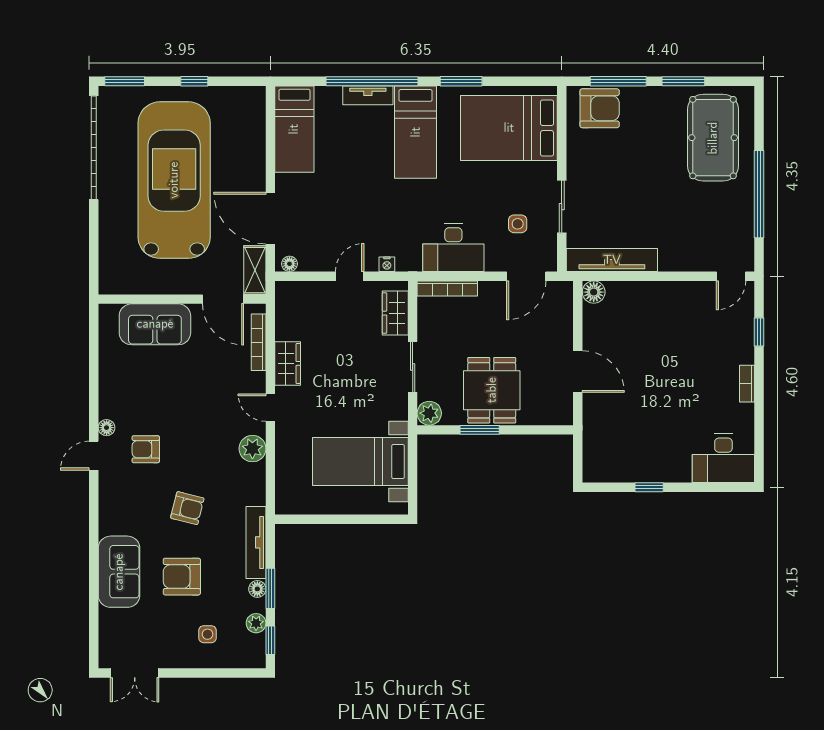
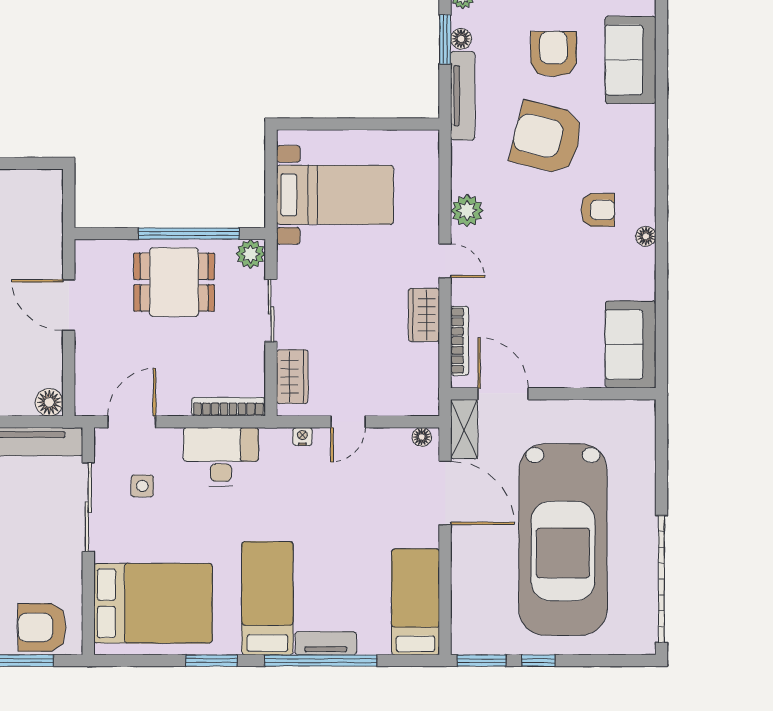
window: (125, 81) -> (482, 661), moved
sliding door: (562, 207) -> (88, 507), width x1.37
sofa: (155, 324) -> (631, 345), moved, turned -90
dining table: (492, 390) -> (174, 282), turned 90
window: (480, 430) -> (189, 234), width x2.11
door: (94, 456) -> (661, 202), removed
armchair: (187, 508) -> (547, 138), width x1.88, depth x1.88
armchair: (182, 577) -> (554, 54), turned -90

